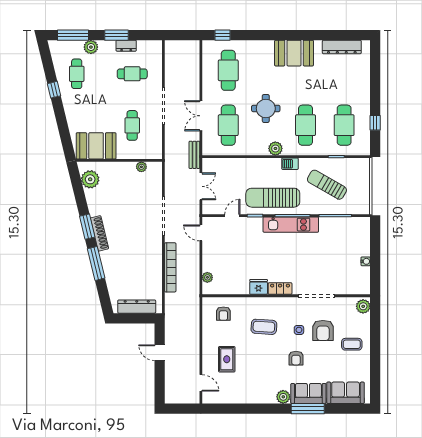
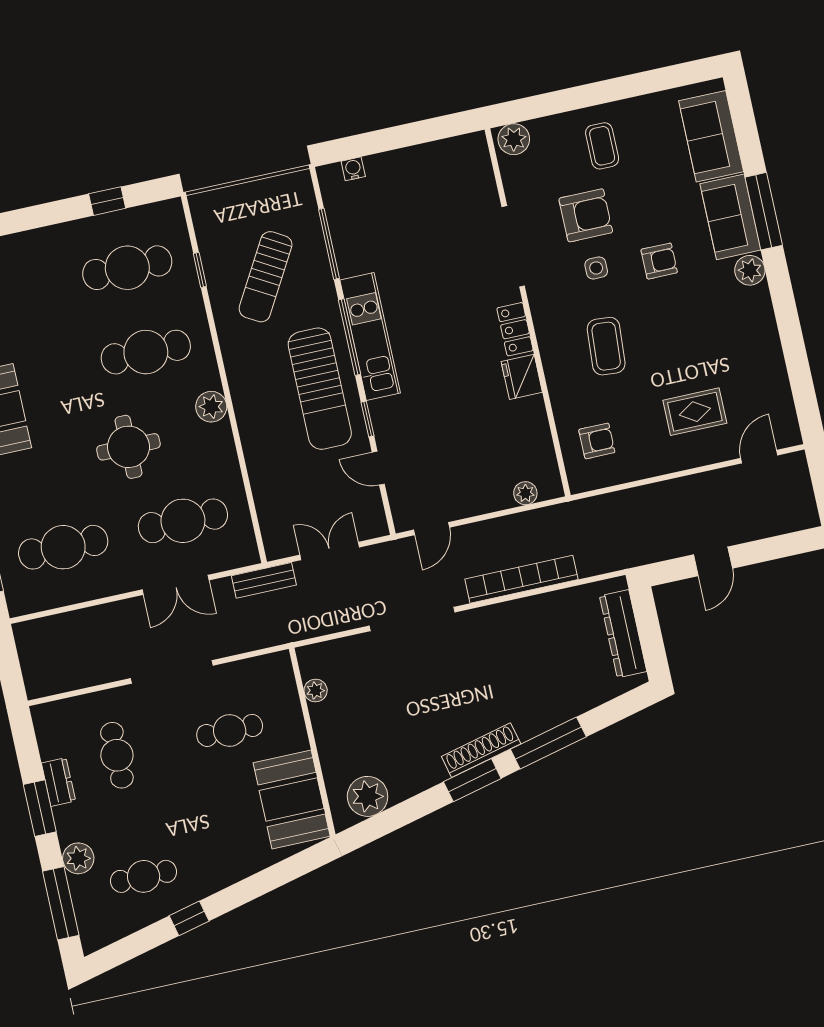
barbecue: (290, 164) -> (237, 367), removed
water cooler: (366, 261) -> (353, 169), moved

